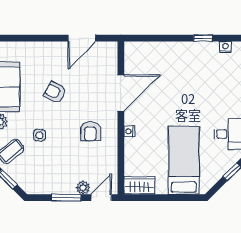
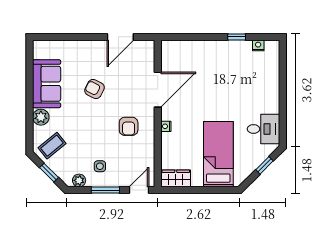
side table: (39, 135) -> (100, 166), moved
plant: (83, 188) -> (79, 180), moved

